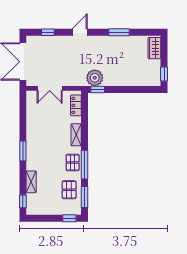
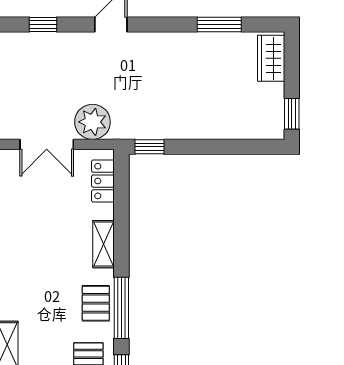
window: (119, 32) -> (219, 24), moved
plant: (95, 78) -> (92, 122), moved

